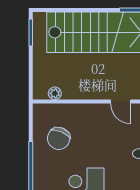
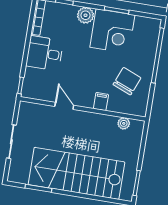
filing cabinet: (83, 112) -> (101, 102), added

